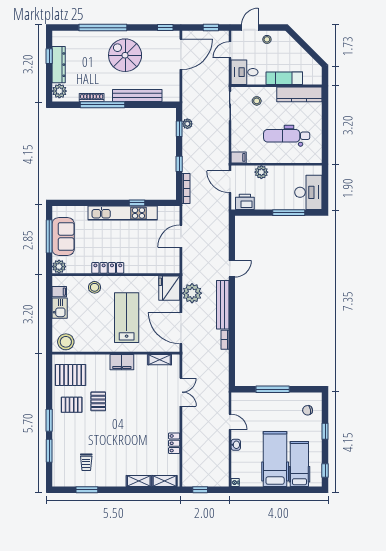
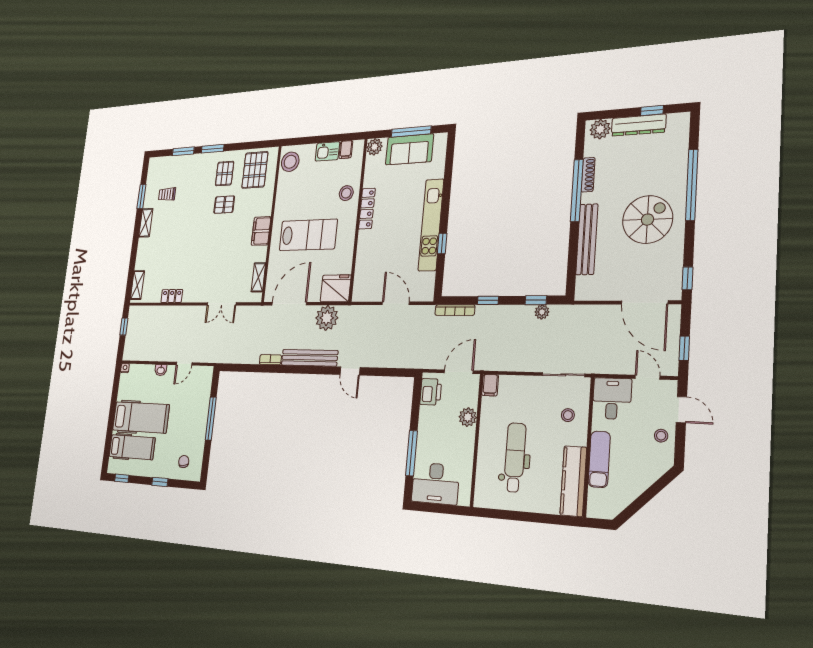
shelving: (139, 481) -> (146, 223), moved

